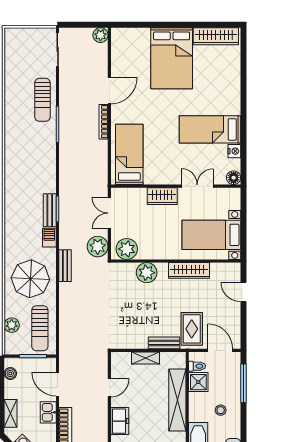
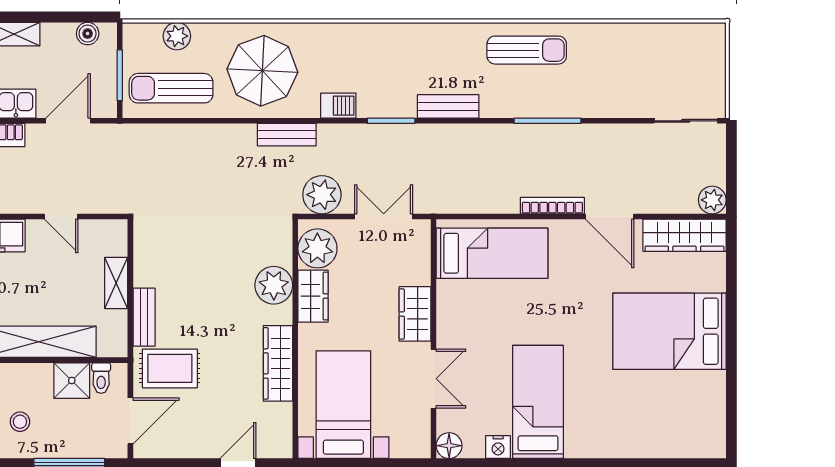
wardrobe: (216, 36) -> (684, 235), moved, turned -90
sun lounger: (42, 100) -> (527, 50), moved, turned 180
bench: (50, 210) -> (448, 106), moved
wardrobe: (153, 251) -> (313, 296), added

